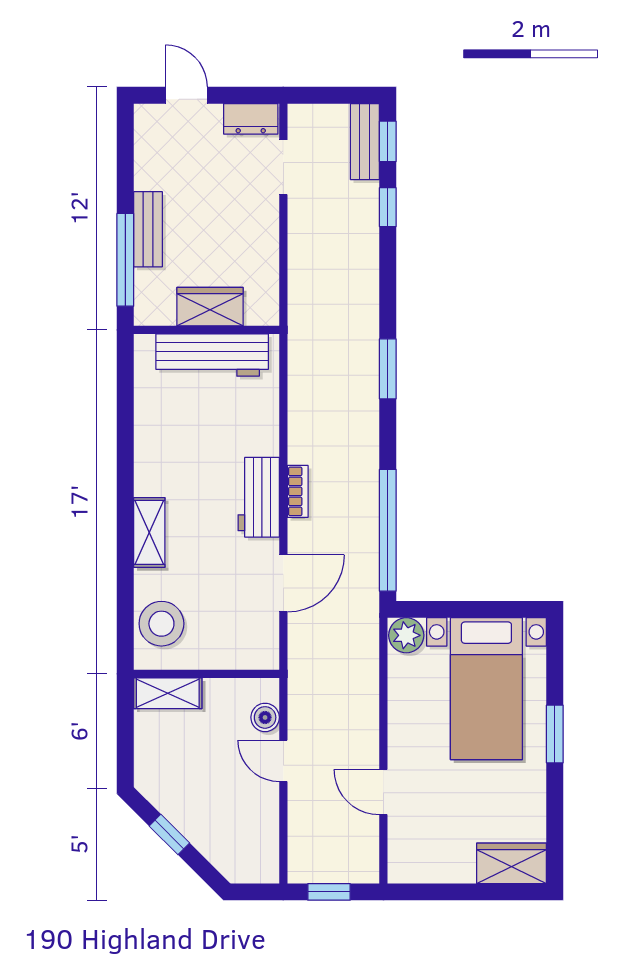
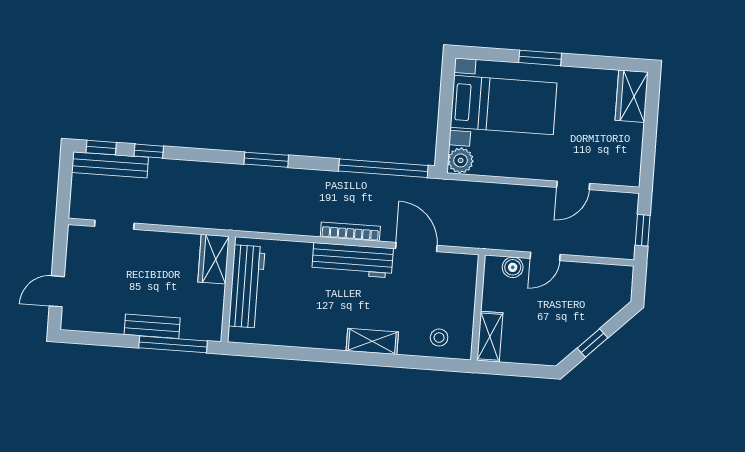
dresser: (251, 119) -> (77, 246), removed
bench: (365, 142) -> (110, 165), width x1.36
wardrobe: (210, 307) -> (213, 259), moved
bookcase: (298, 491) -> (350, 232), width x1.56
workbench: (259, 497) -> (352, 260), width x1.38
stool: (161, 624) -> (439, 338), width x0.53, depth x0.53

